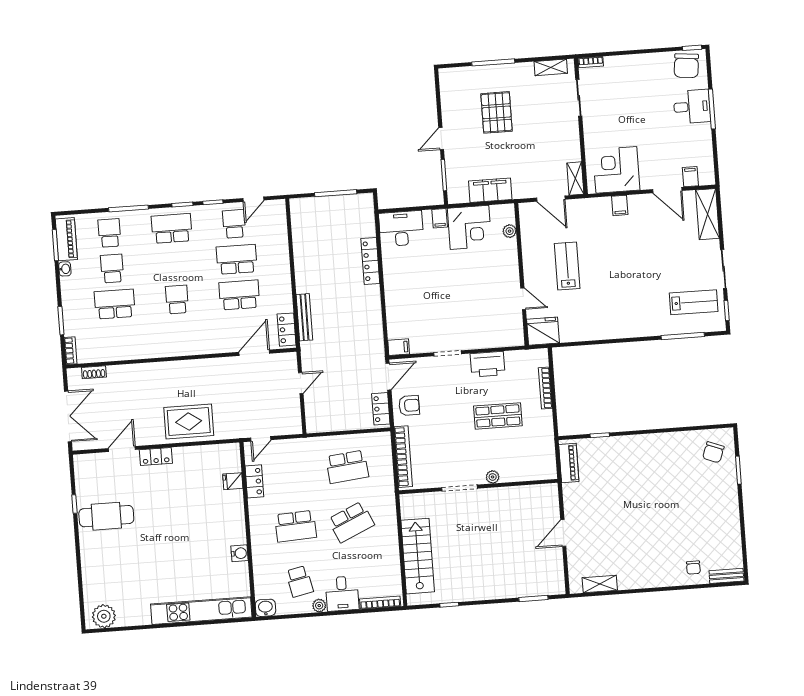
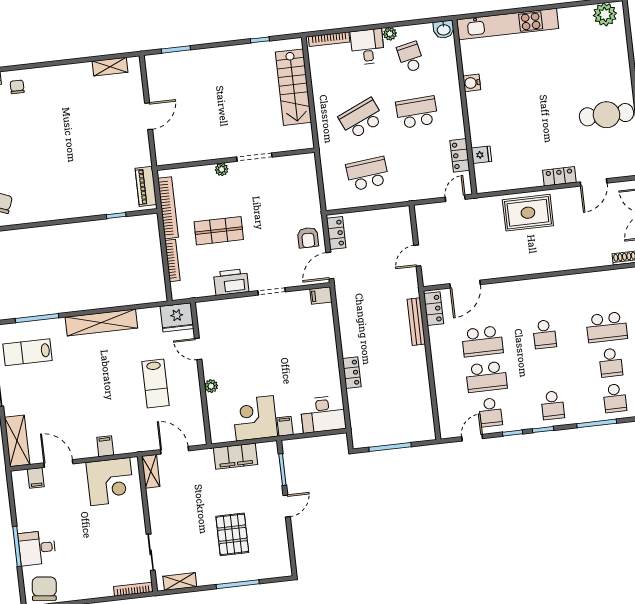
bookcase: (591, 62) -> (133, 589), width x1.56
school desk: (172, 228) -> (553, 405), width x0.54
plant: (510, 231) -> (211, 386), moved
locker: (370, 261) -> (352, 373), width x0.66
shelving: (619, 329) -> (101, 322), added
armchair: (409, 405) -> (308, 238), turned -90
bookcase: (403, 457) -> (168, 208), moved, turned 180

